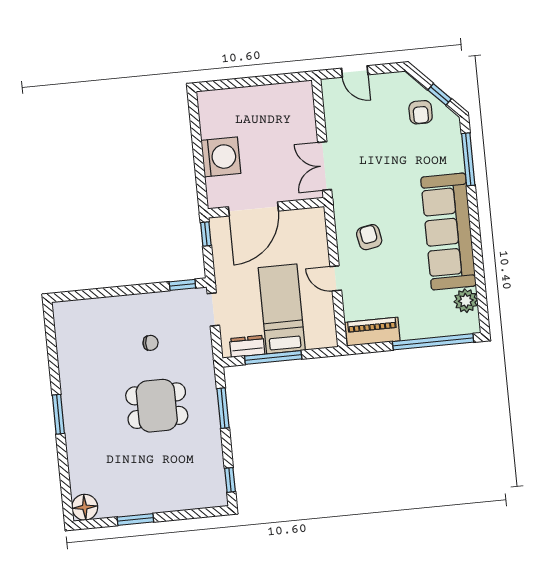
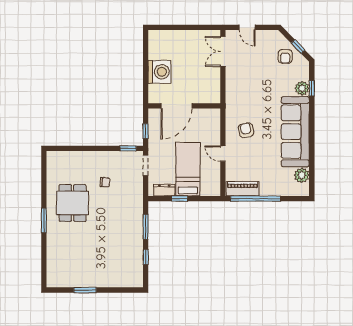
window: (468, 159) -> (312, 88), width x0.46
plant: (453, 161) -> (302, 88), added
double door: (325, 166) -> (223, 51), moved
window: (206, 234) -> (146, 131), moved
window: (433, 342) -> (255, 199), moved
window: (273, 358) -> (180, 199), width x0.46
dining table: (157, 406) -> (73, 203), moved, turned 90
window: (230, 480) -> (146, 257), moved
floor lamp: (85, 507) -> (54, 279), removed

